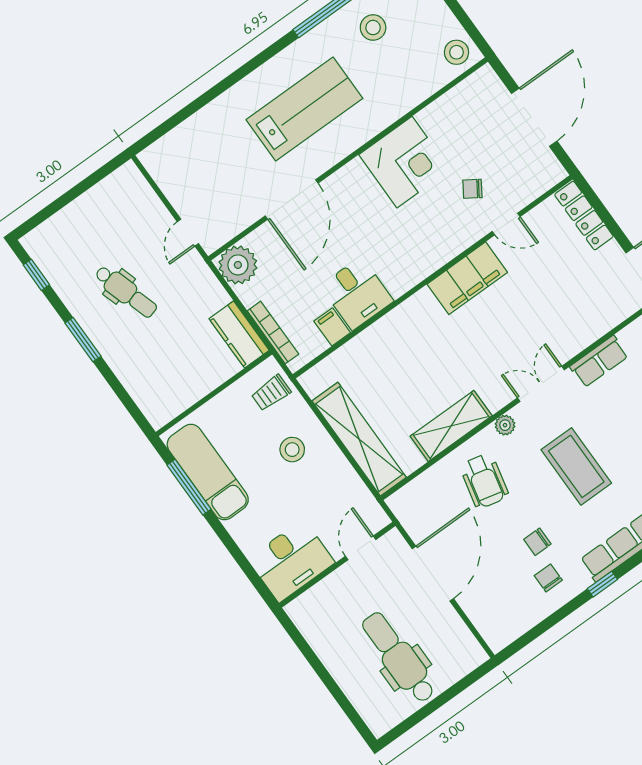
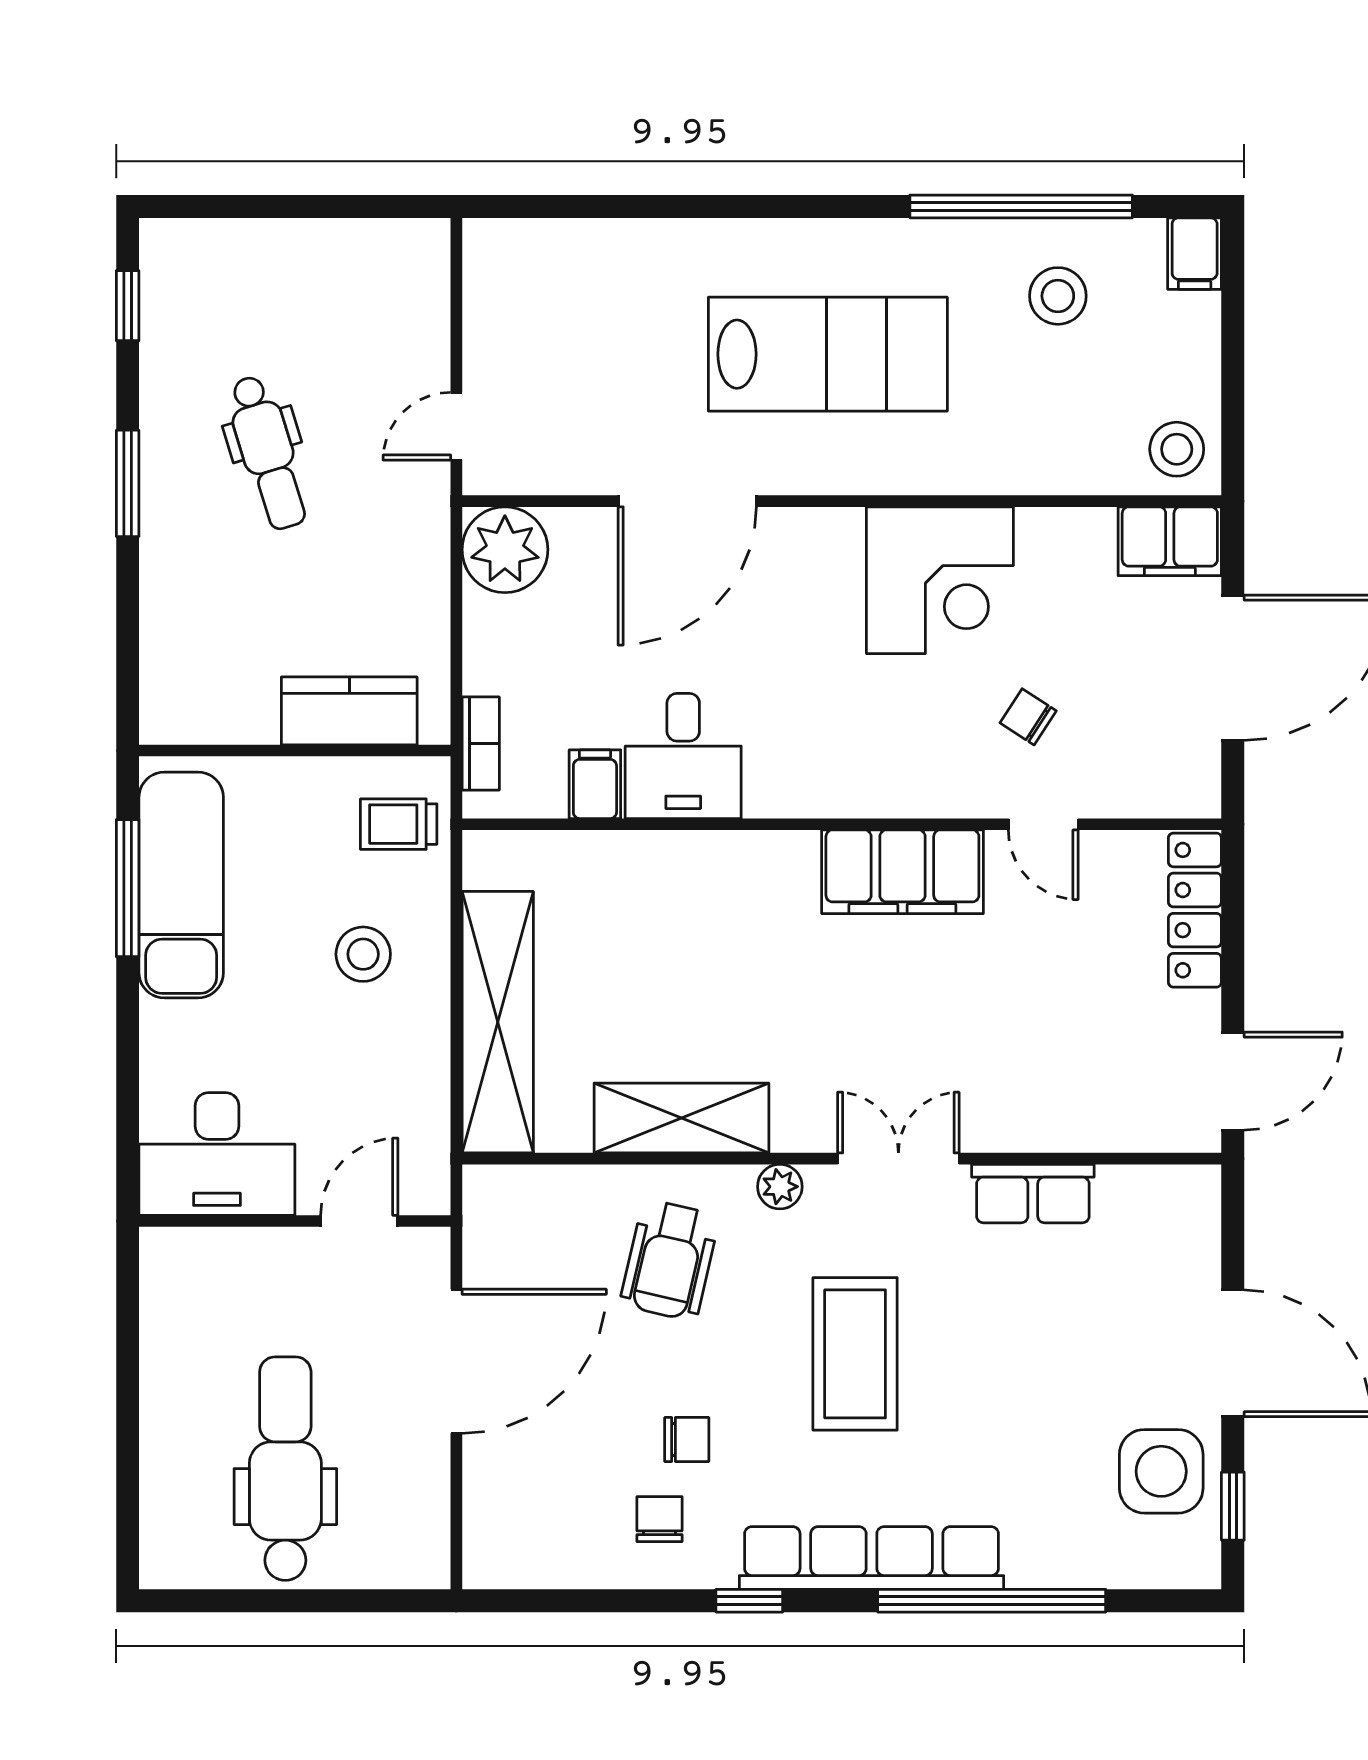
filing cabinet: (478, 88) -> (1170, 541), added
bookcase: (273, 332) -> (481, 744), width x0.64
kitchen counter: (239, 334) -> (349, 711), moved, turned 90
chair: (537, 542) -> (687, 1440), turned 180

